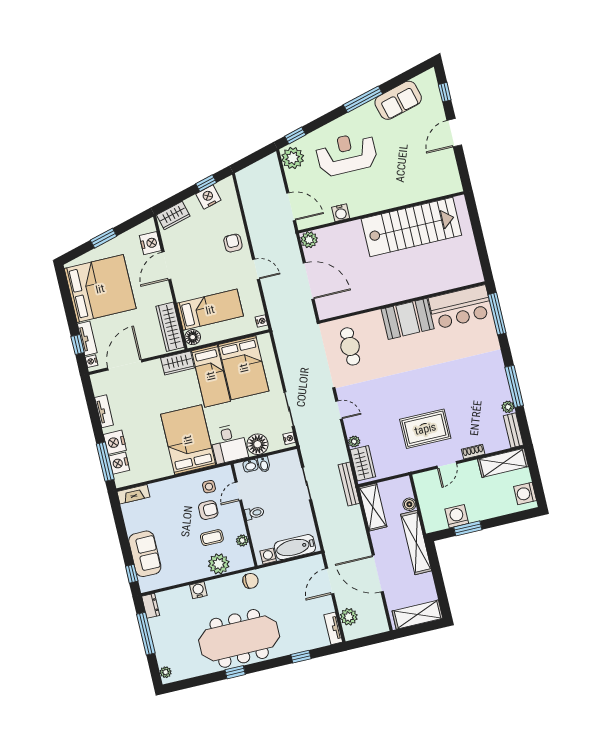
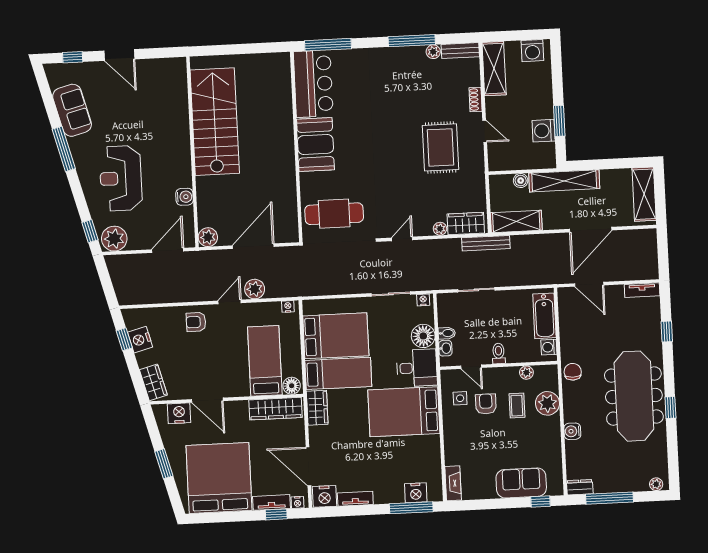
cafe table: (350, 346) -> (334, 214), width x1.37, depth x1.35
nightstand: (115, 442) -> (325, 496), moved
plant: (349, 617) -> (255, 289), moved

